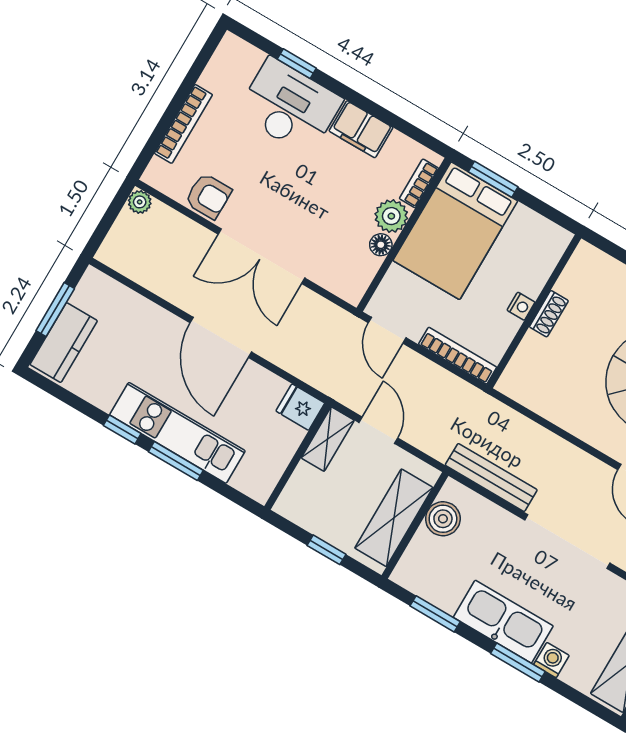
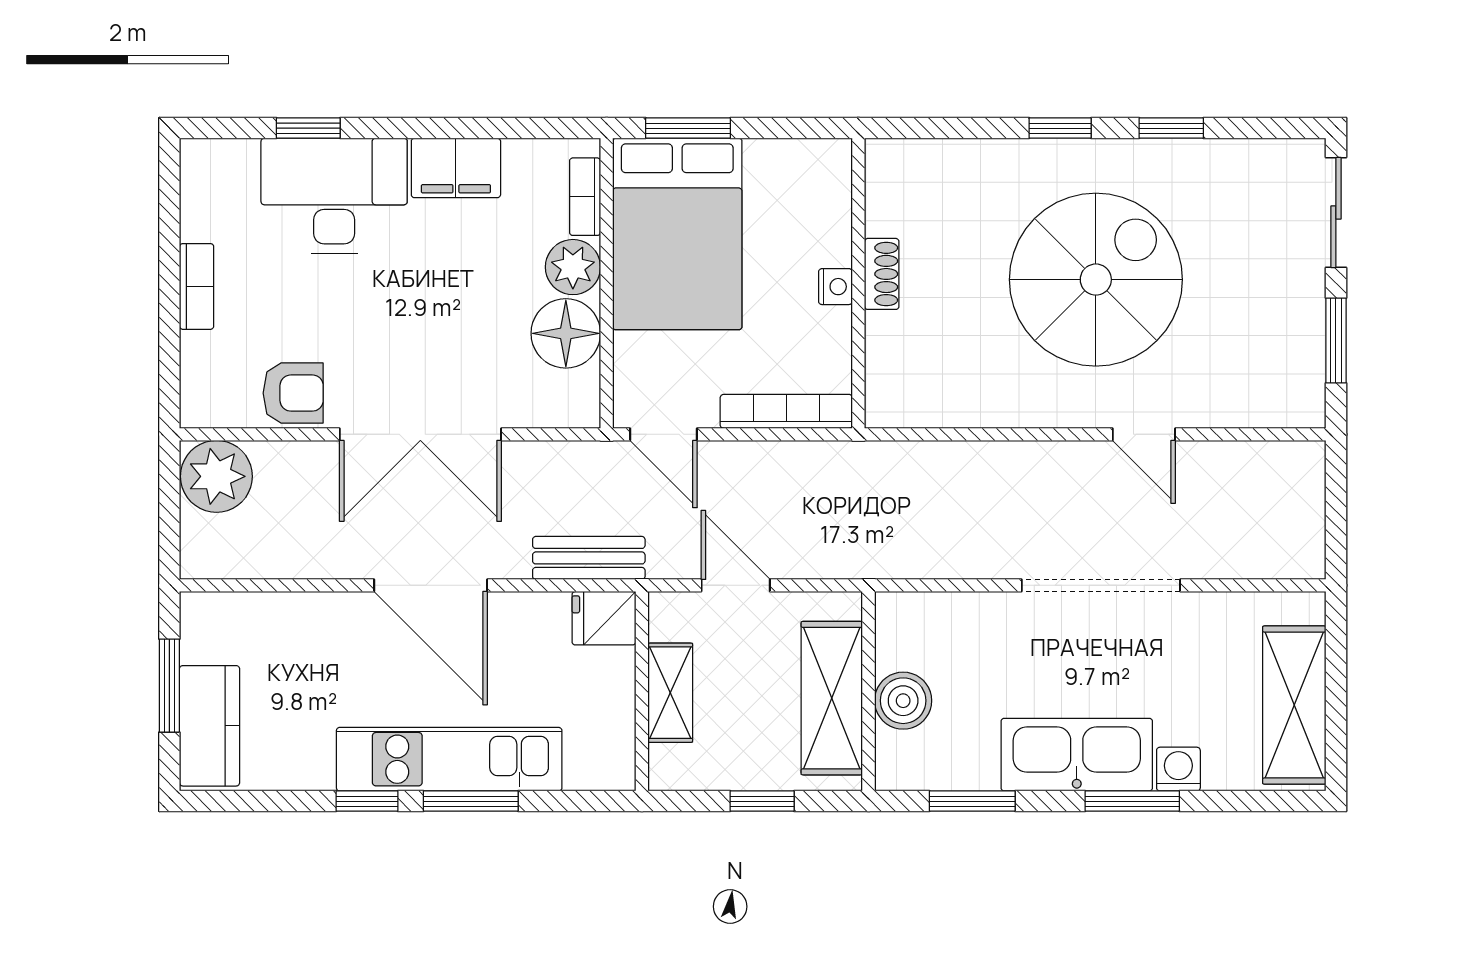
bookcase: (183, 124) -> (197, 286), width x0.64
plant: (140, 202) -> (216, 476), width x1.88, depth x1.88
floor lamp: (381, 245) -> (566, 333), width x1.89, depth x1.89
shelving: (328, 439) -> (670, 693), moved
bench: (491, 477) -> (589, 558), moved, width x0.73
boiler: (443, 519) -> (903, 701), moved

